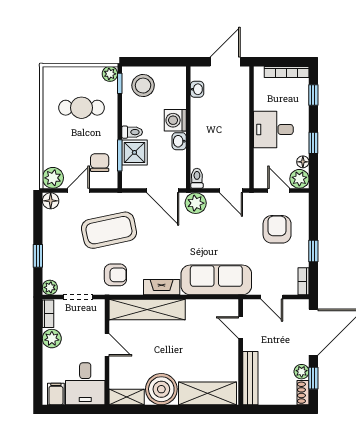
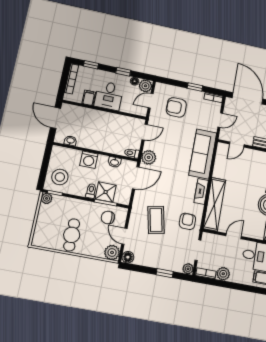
filing cabinet: (264, 102) -> (89, 98), added
cafe table: (81, 108) -> (72, 235), moved
washbasin: (179, 141) -> (115, 162), moved
coffee table: (109, 230) -> (156, 220), width x0.73, depth x0.76

